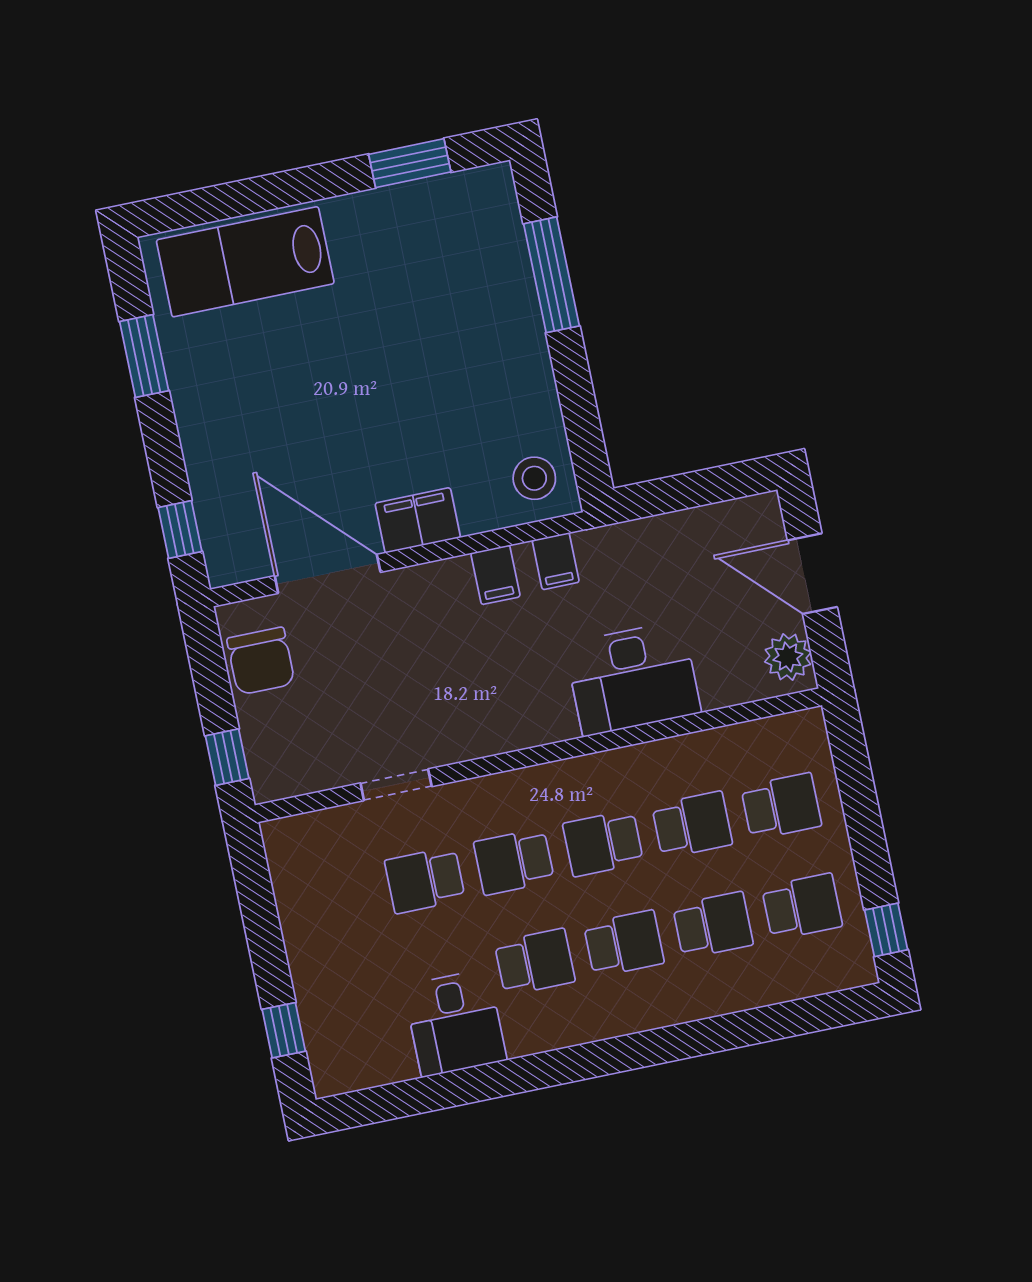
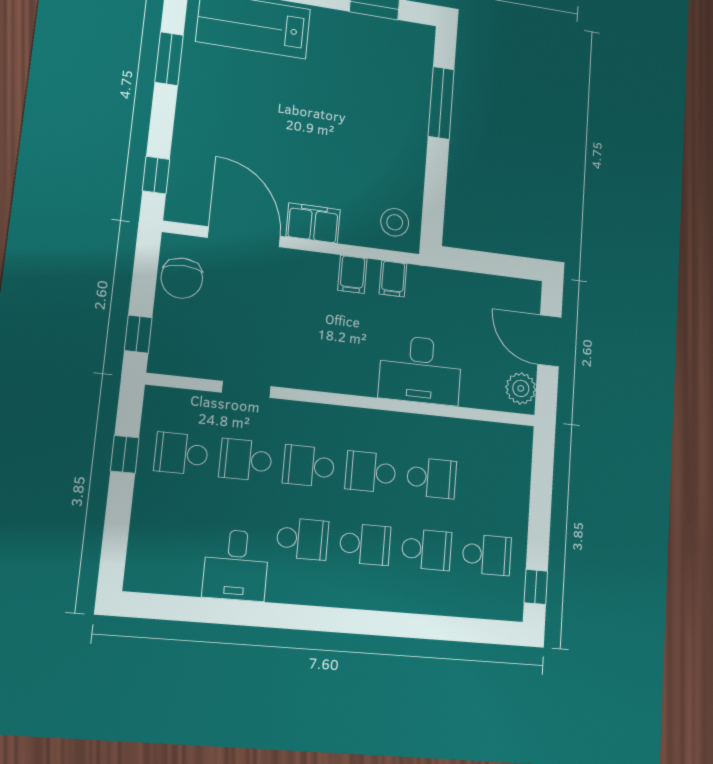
school desk: (781, 806) -> (181, 454), moved, turned 180
window: (284, 1030) -> (125, 454), moved

